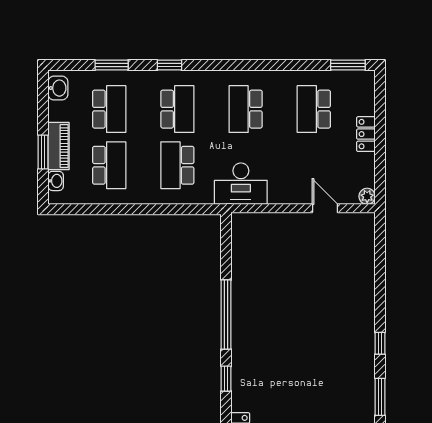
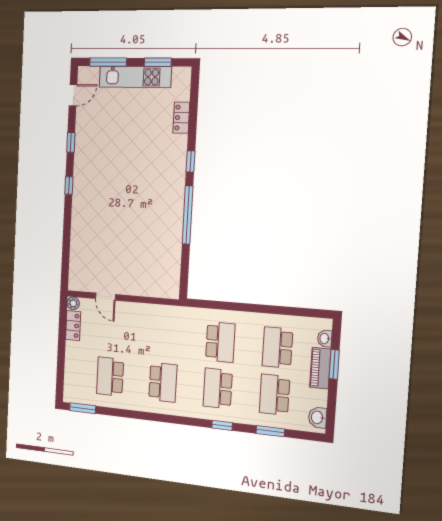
school desk: (314, 109) -> (110, 376), turned 180
locker: (366, 134) -> (73, 326), moved
desk: (241, 184) -> (170, 322), removed
window: (380, 397) -> (71, 142), width x0.67

